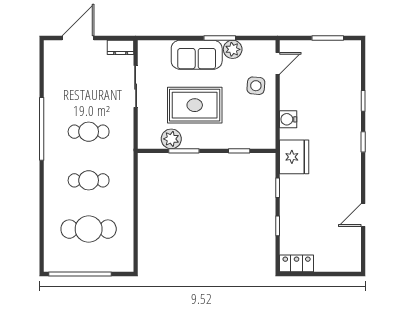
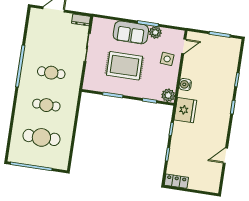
plant: (171, 139) -> (168, 95), moved

